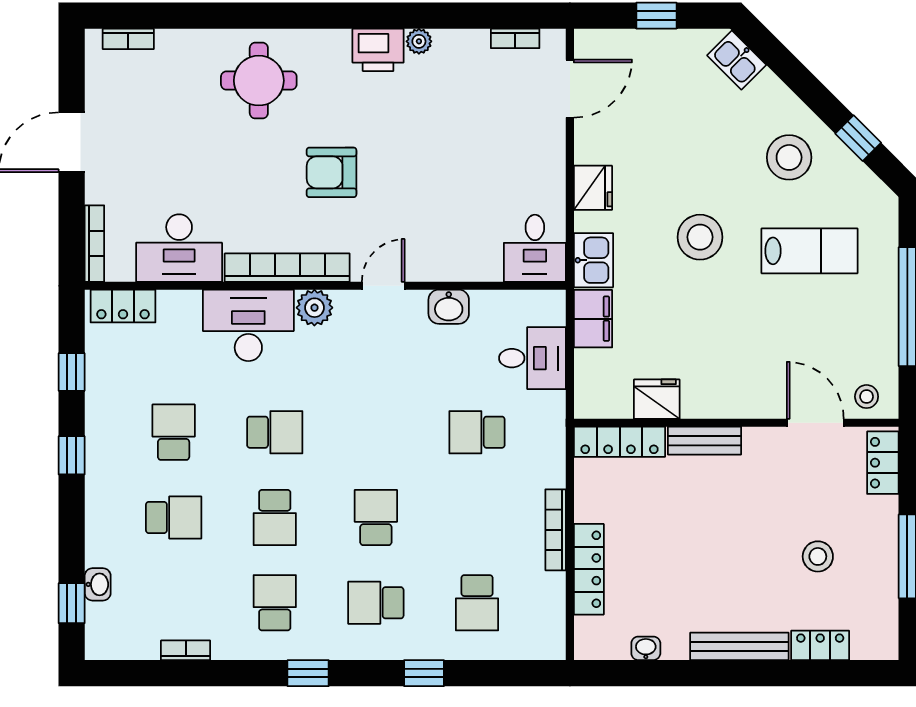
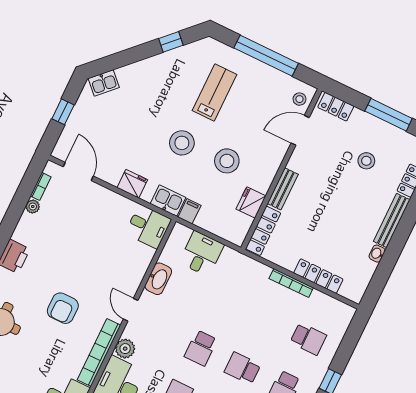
plant: (419, 41) -> (33, 207), moved
stool: (789, 157) -> (227, 161), moved
washbasin: (449, 307) -> (158, 279), width x1.38
filing cabinet: (593, 319) -> (189, 211), width x0.50
school desk: (477, 432) -> (201, 348), moved
washbasin: (646, 648) -> (377, 254), moved

